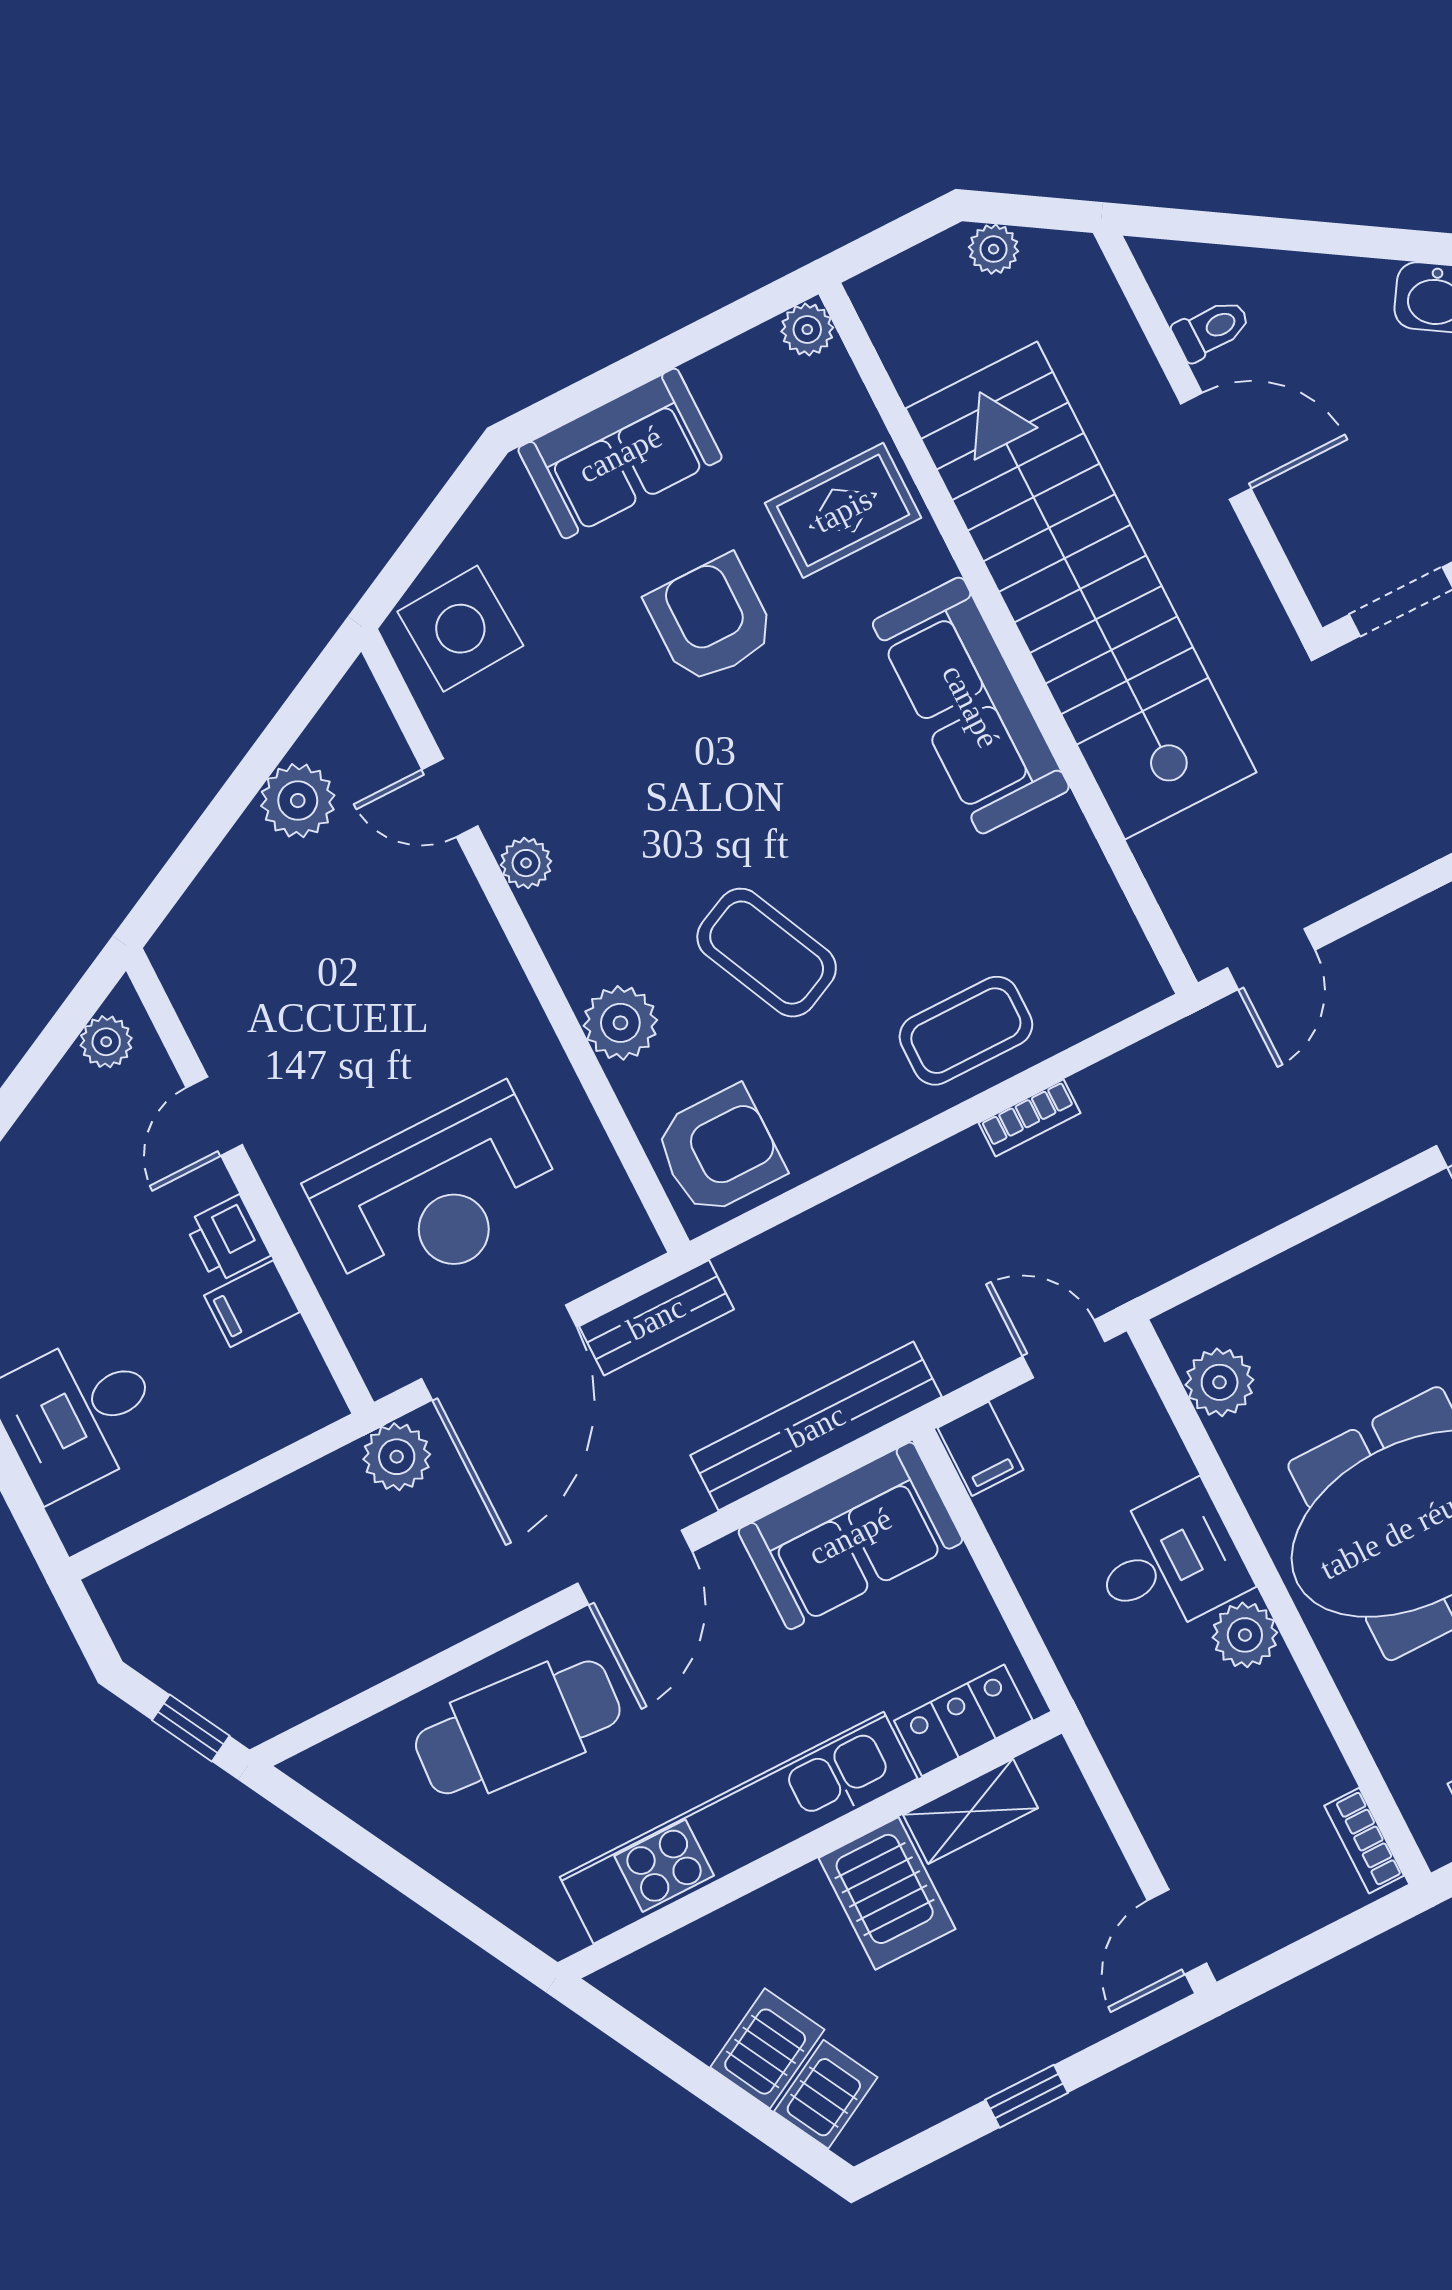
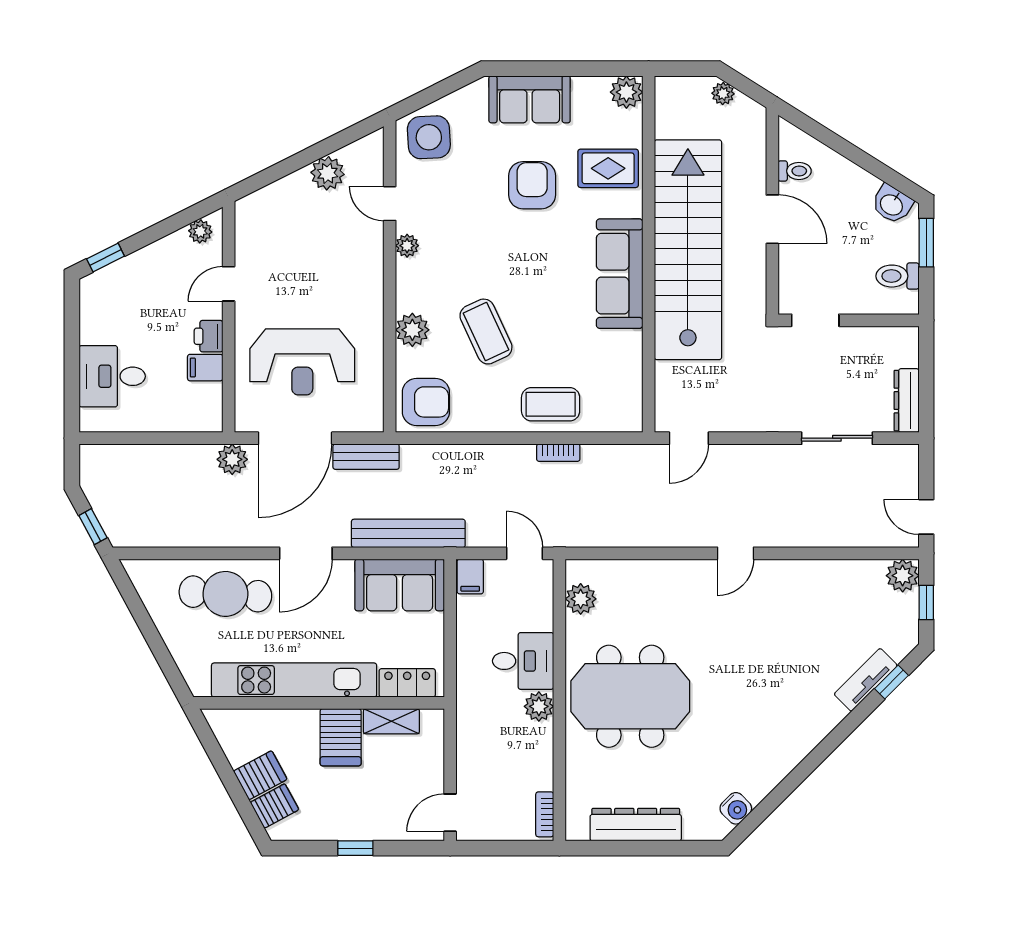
plant: (807, 329) -> (626, 92), width x1.38, depth x1.38

